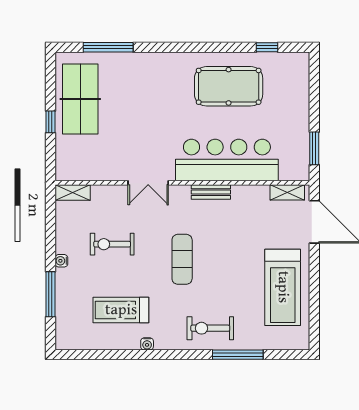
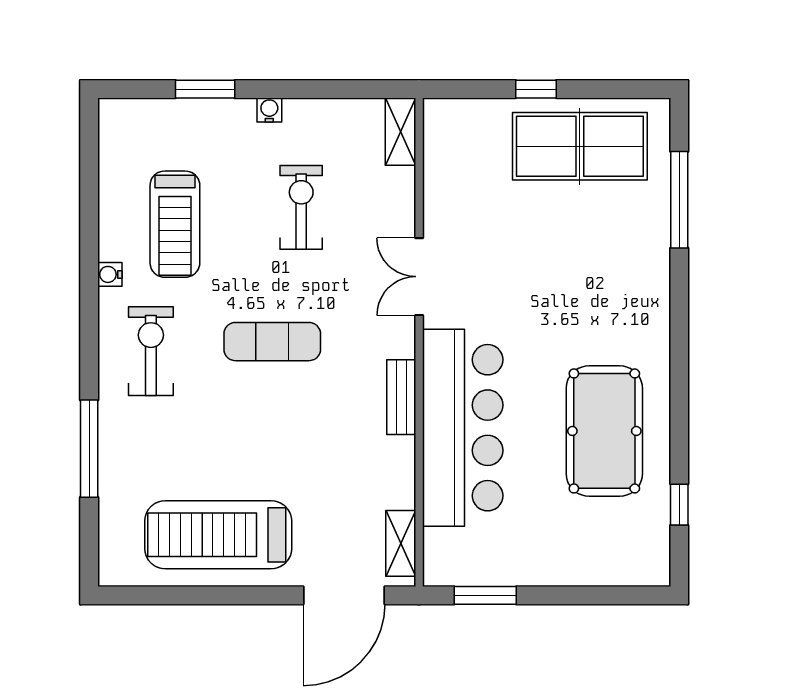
window: (50, 294) -> (205, 89), width x0.69
treadmill: (121, 310) -> (175, 224), turned 180
exercise bike: (210, 328) -> (151, 351), moved

